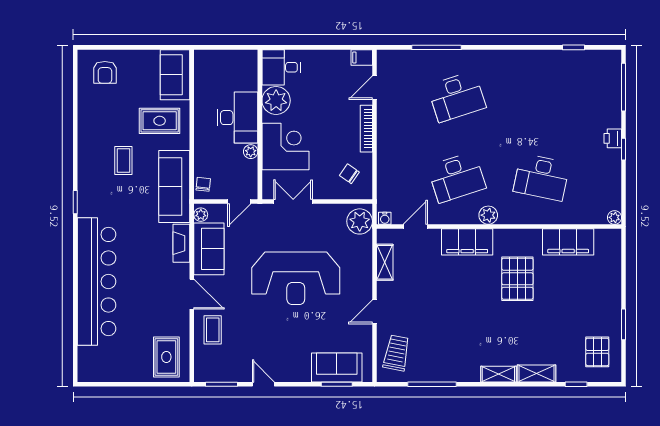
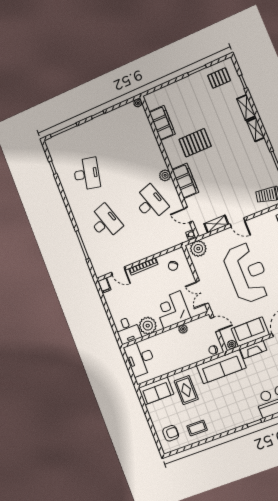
desk: (238, 118) -> (140, 358), moved, turned -90
printer: (613, 138) -> (94, 124), removed
coffee table: (123, 160) -> (197, 428), moved
desk: (541, 177) -> (87, 174), moved
door: (375, 312) -> (237, 222), moved

